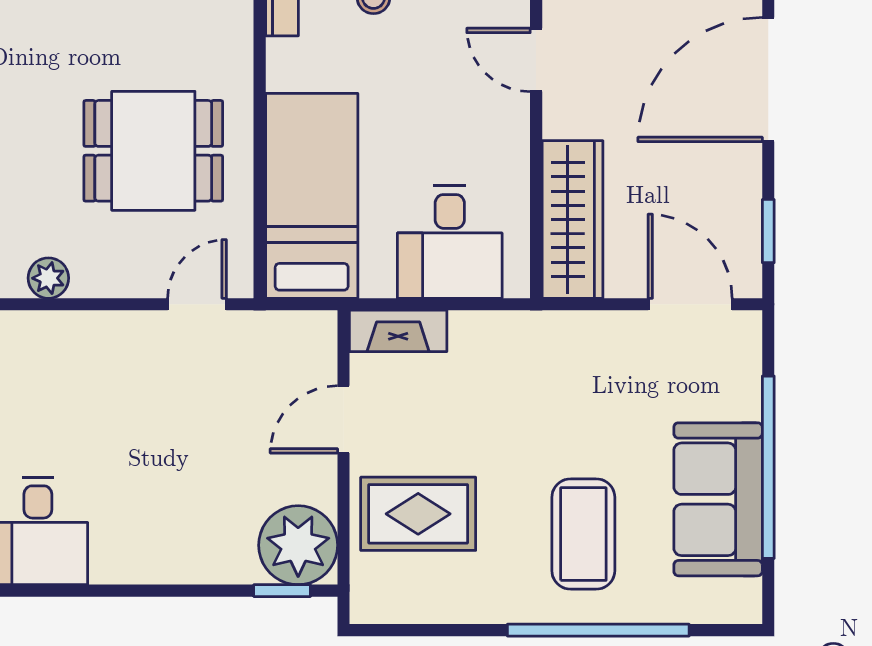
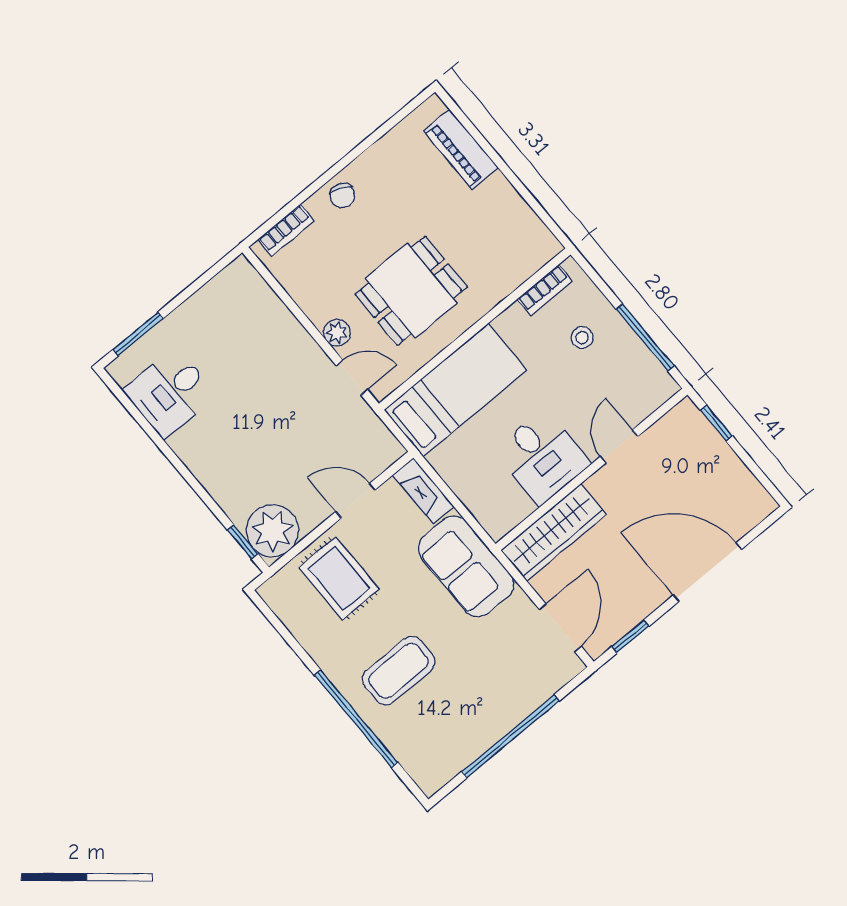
dining table: (153, 151) -> (411, 291), turned 90
desk: (450, 242) -> (542, 457), moved, turned -90
plant: (48, 278) -> (337, 333), moved
sofa: (718, 499) -> (466, 566), moved, turned -90

